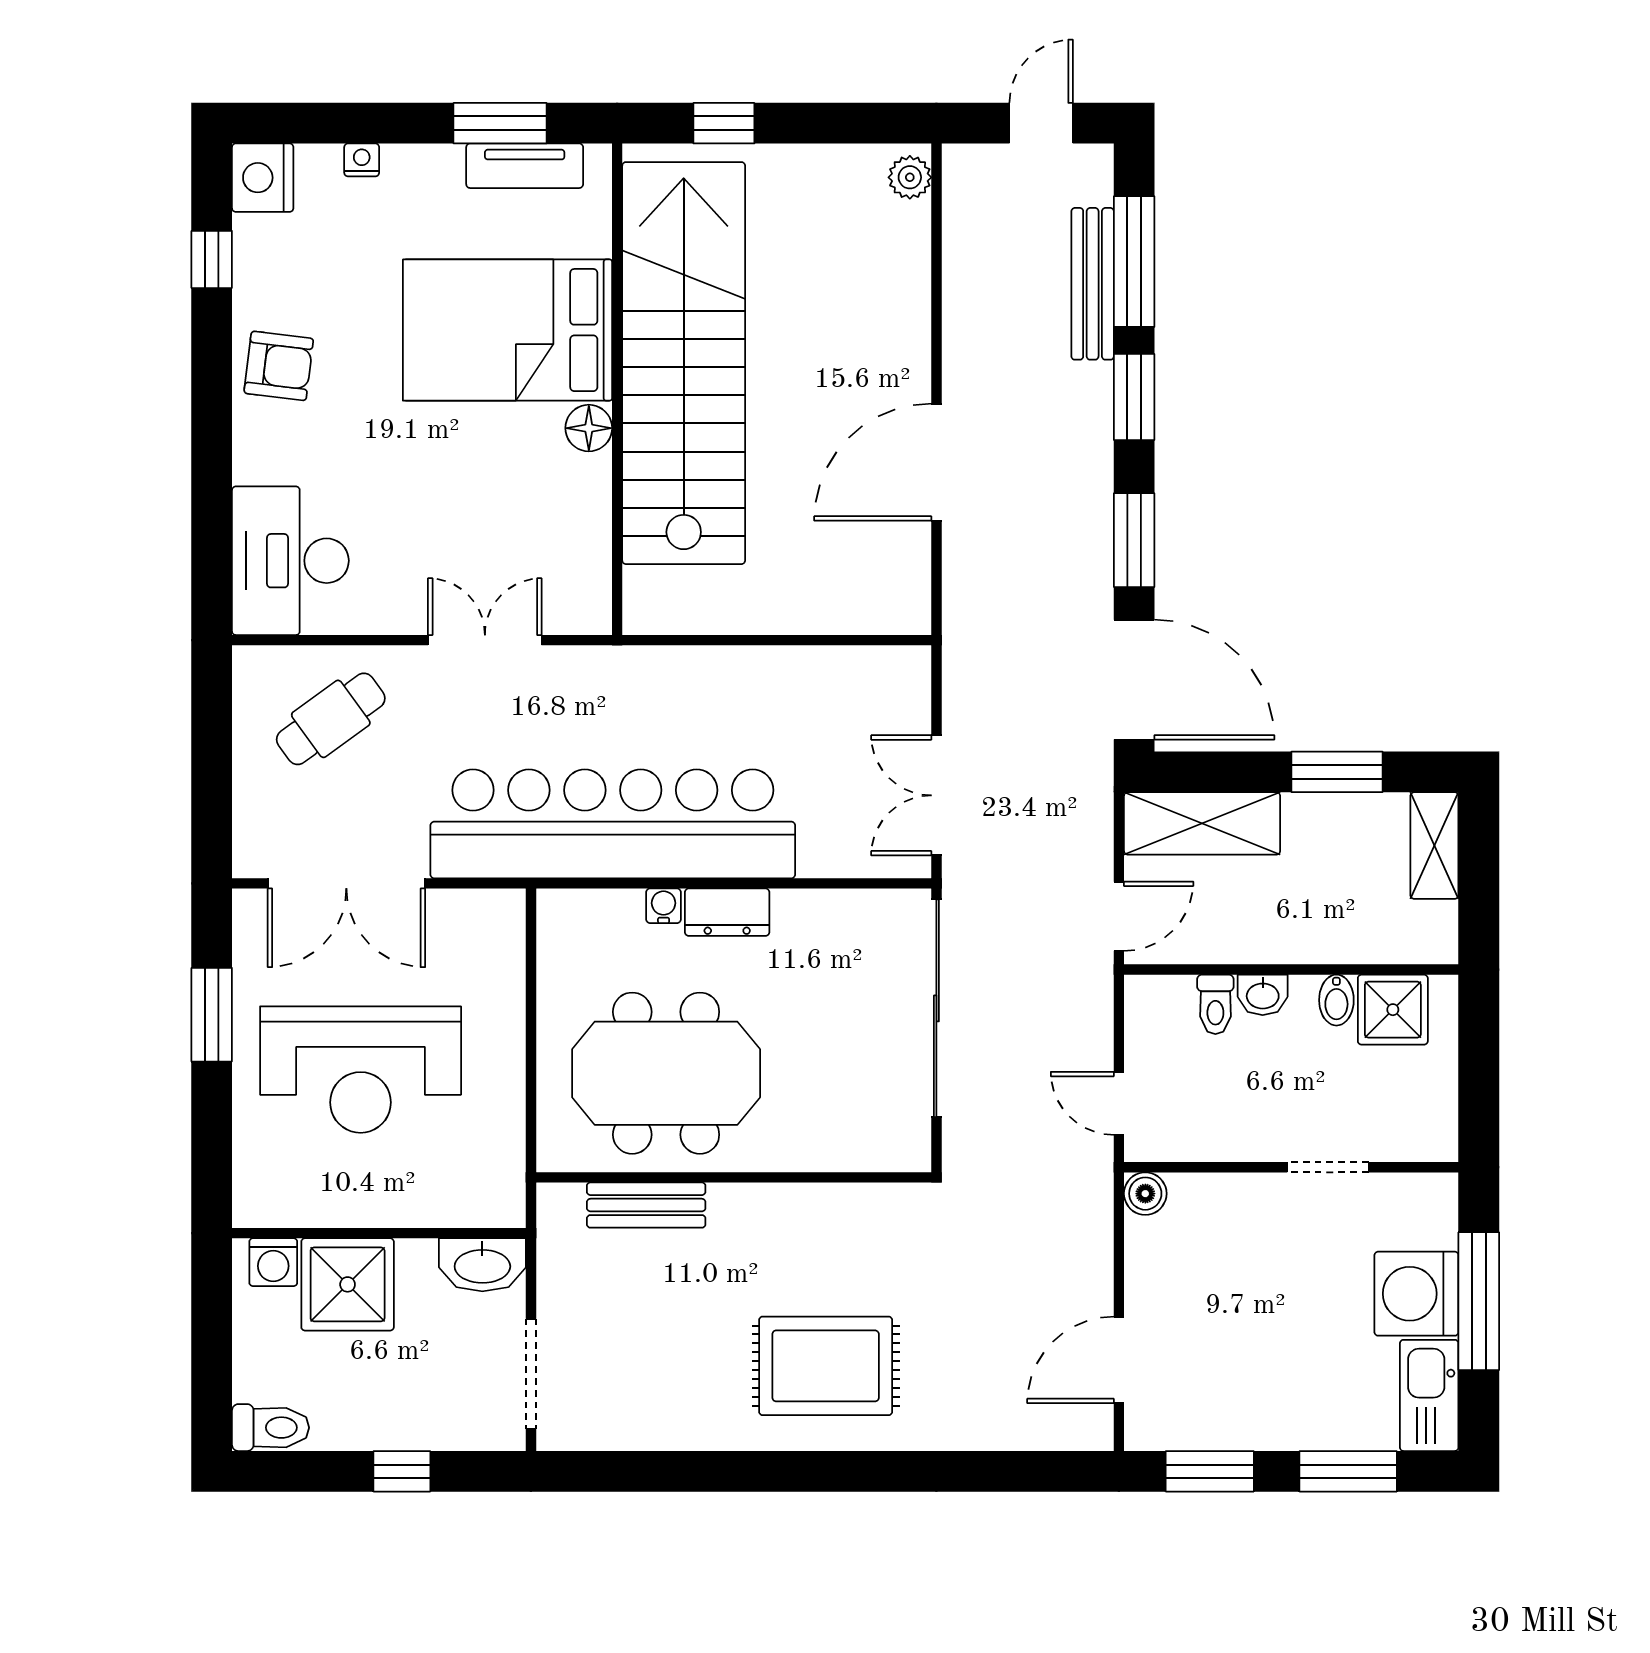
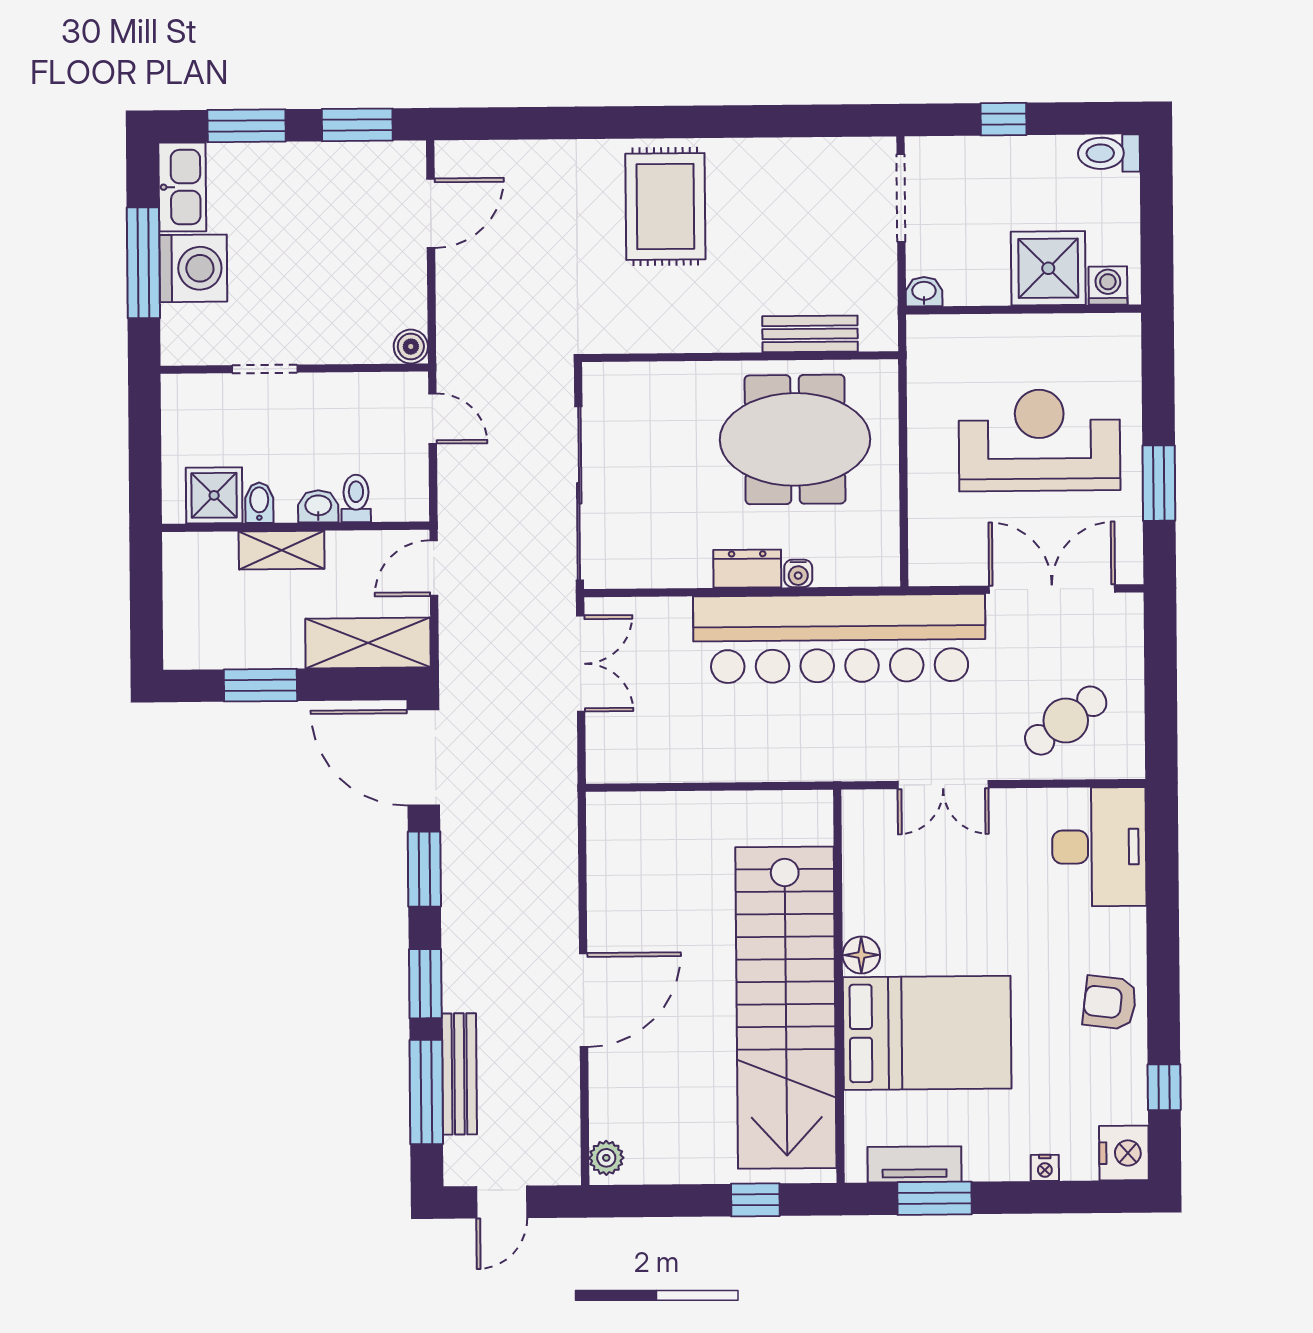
door: (936, 462) -> (584, 1000), moved
shelving: (1434, 846) -> (282, 550), moved, turned 90
washbasin: (482, 1265) -> (924, 292), width x0.52, depth x0.69
rug: (826, 1366) -> (665, 206), turned 90

